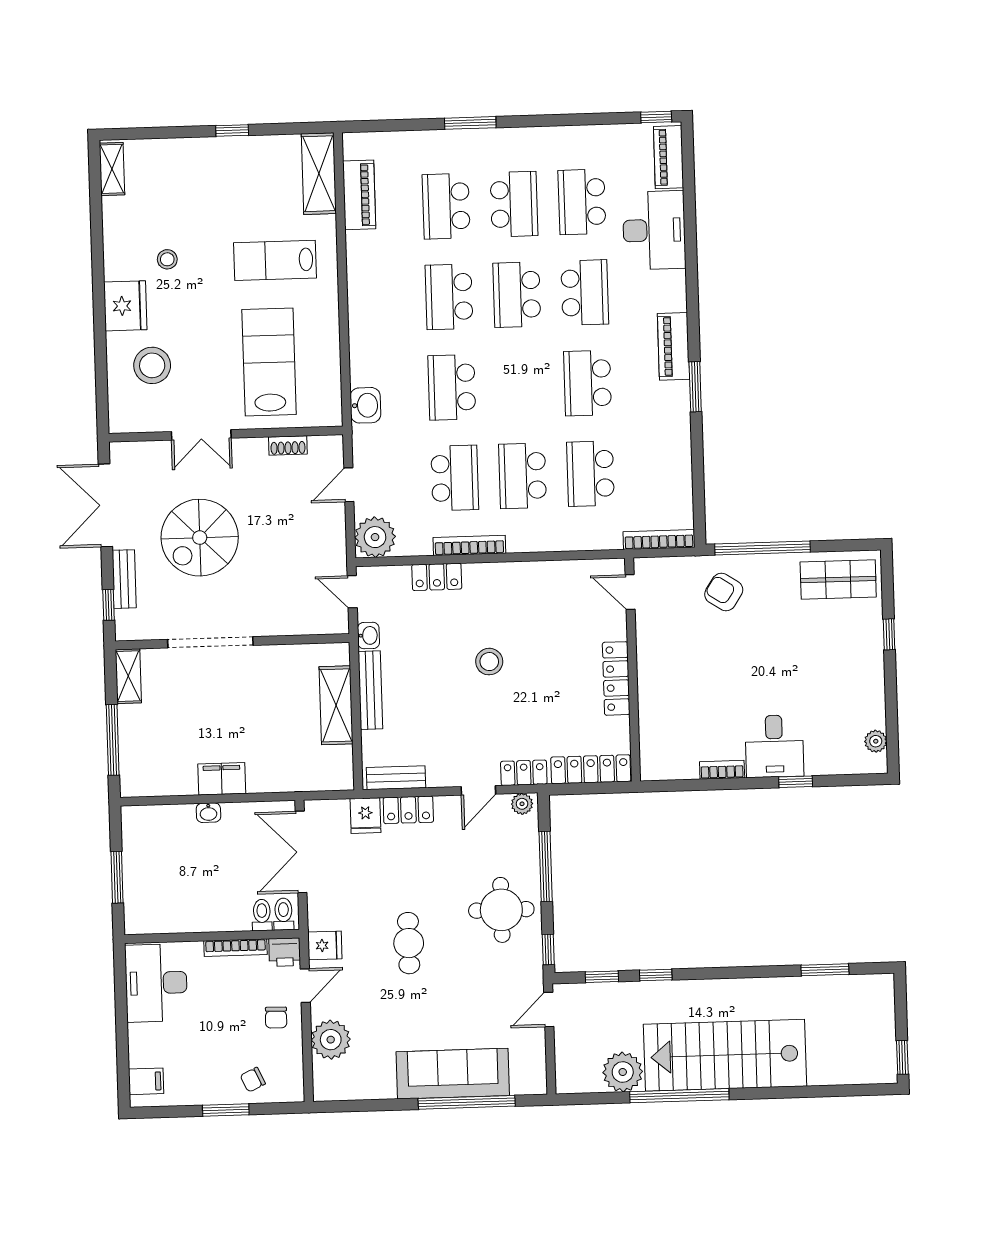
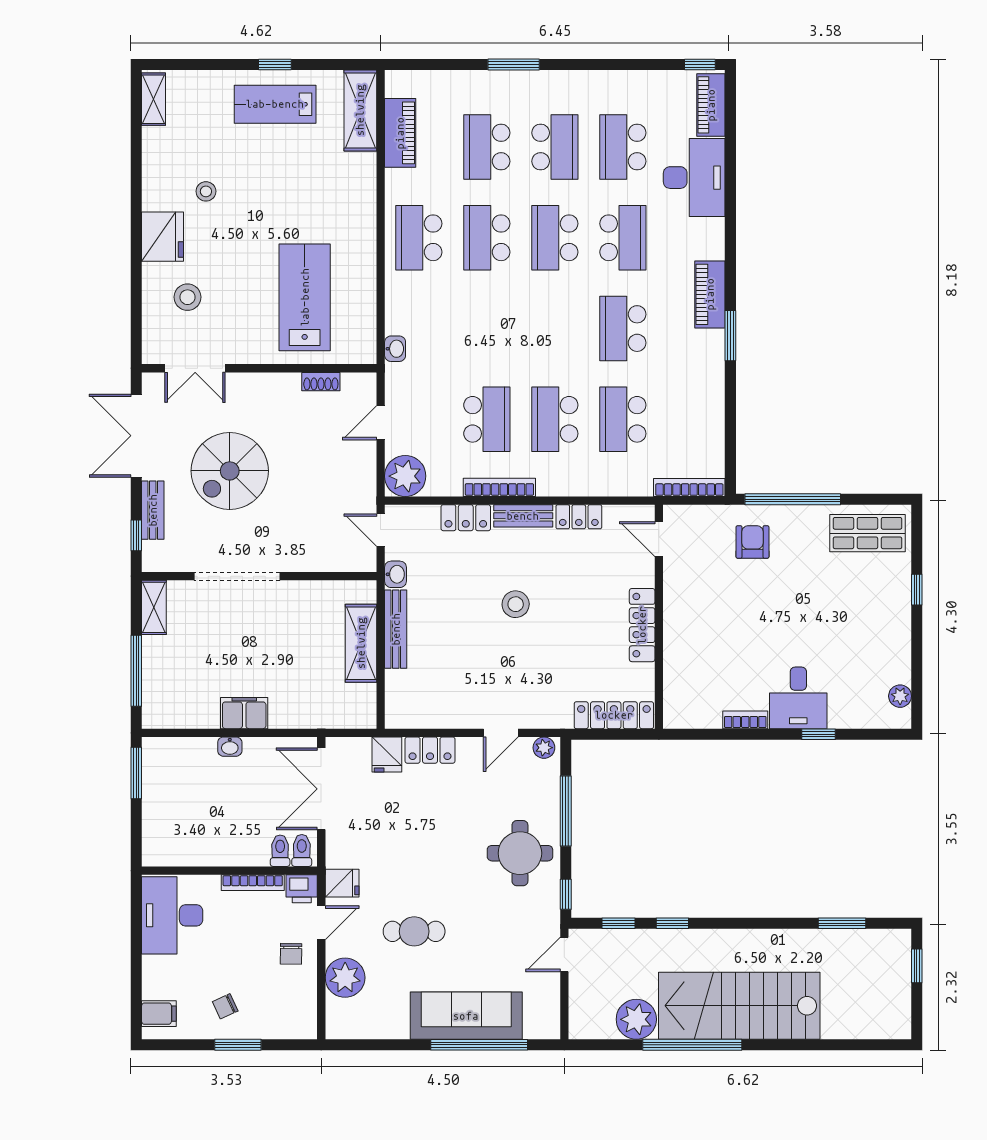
lab bench: (275, 260) -> (275, 104), moved
stool: (152, 365) -> (188, 297), width x0.73, depth x0.73
school desk: (452, 387) -> (419, 238), moved
washbasin: (365, 405) -> (395, 349), width x0.72, depth x0.69
double door: (201, 435) -> (195, 368), moved
armchair: (724, 592) -> (752, 542), turned 57
locker: (524, 773) -> (579, 517), moved, turned 180
bench: (396, 778) -> (523, 516), moved
window: (117, 877) -> (136, 773), moved
cafe table: (409, 943) -> (414, 931), moved, turned 90
window: (902, 1057) -> (917, 966), moved
chair: (253, 1080) -> (225, 1006), moved

